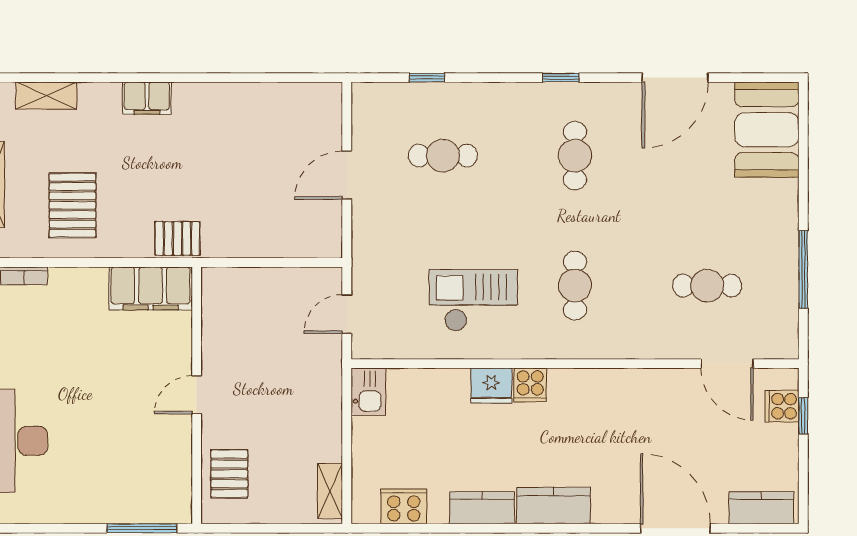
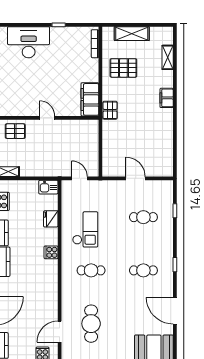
cafe table: (443, 156) -> (143, 217), turned 90
cafe table: (707, 286) -> (91, 324), width x1.37, depth x1.35
fridge: (491, 386) -> (51, 219), moved

